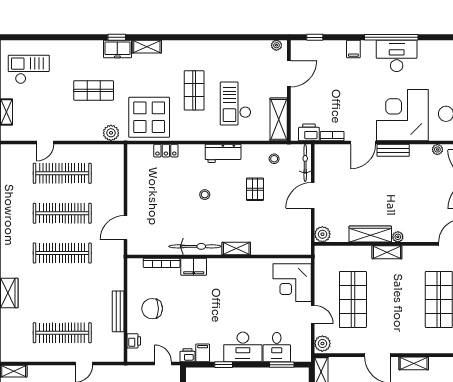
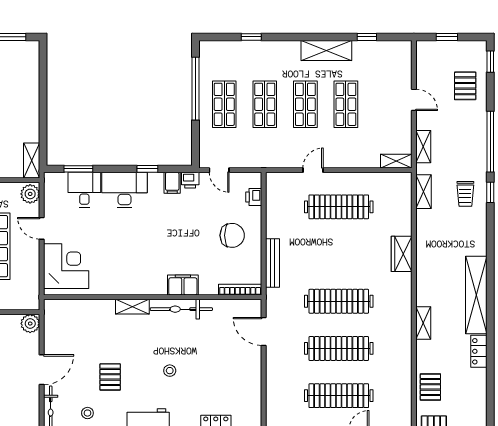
door: (126, 228) -> (264, 331), swing flipped
bookcase: (162, 263) -> (240, 290), moved
bench: (118, 311) -> (272, 263), moved

